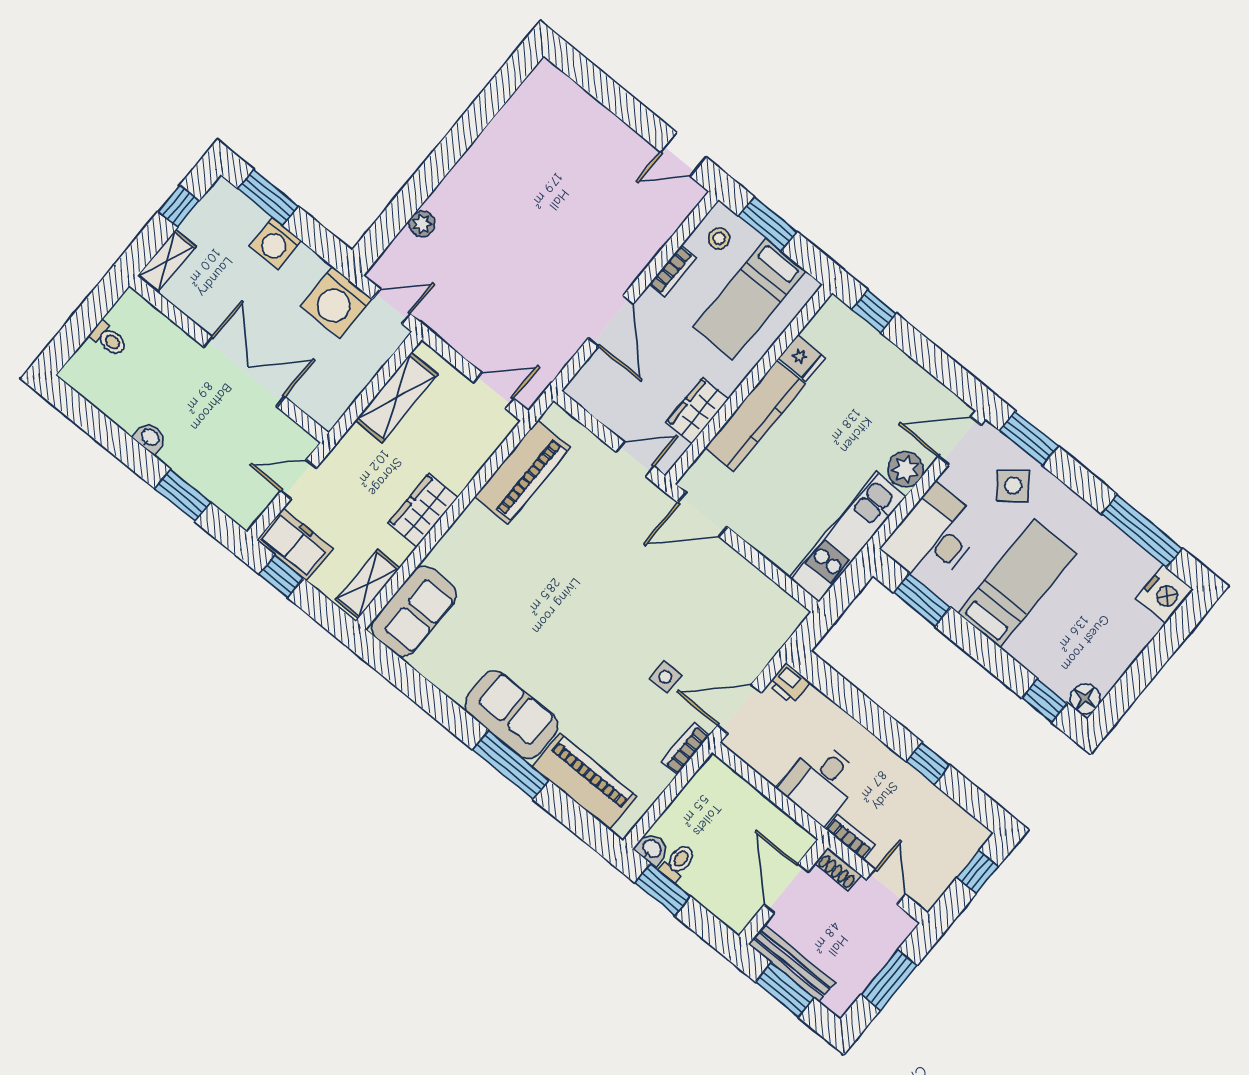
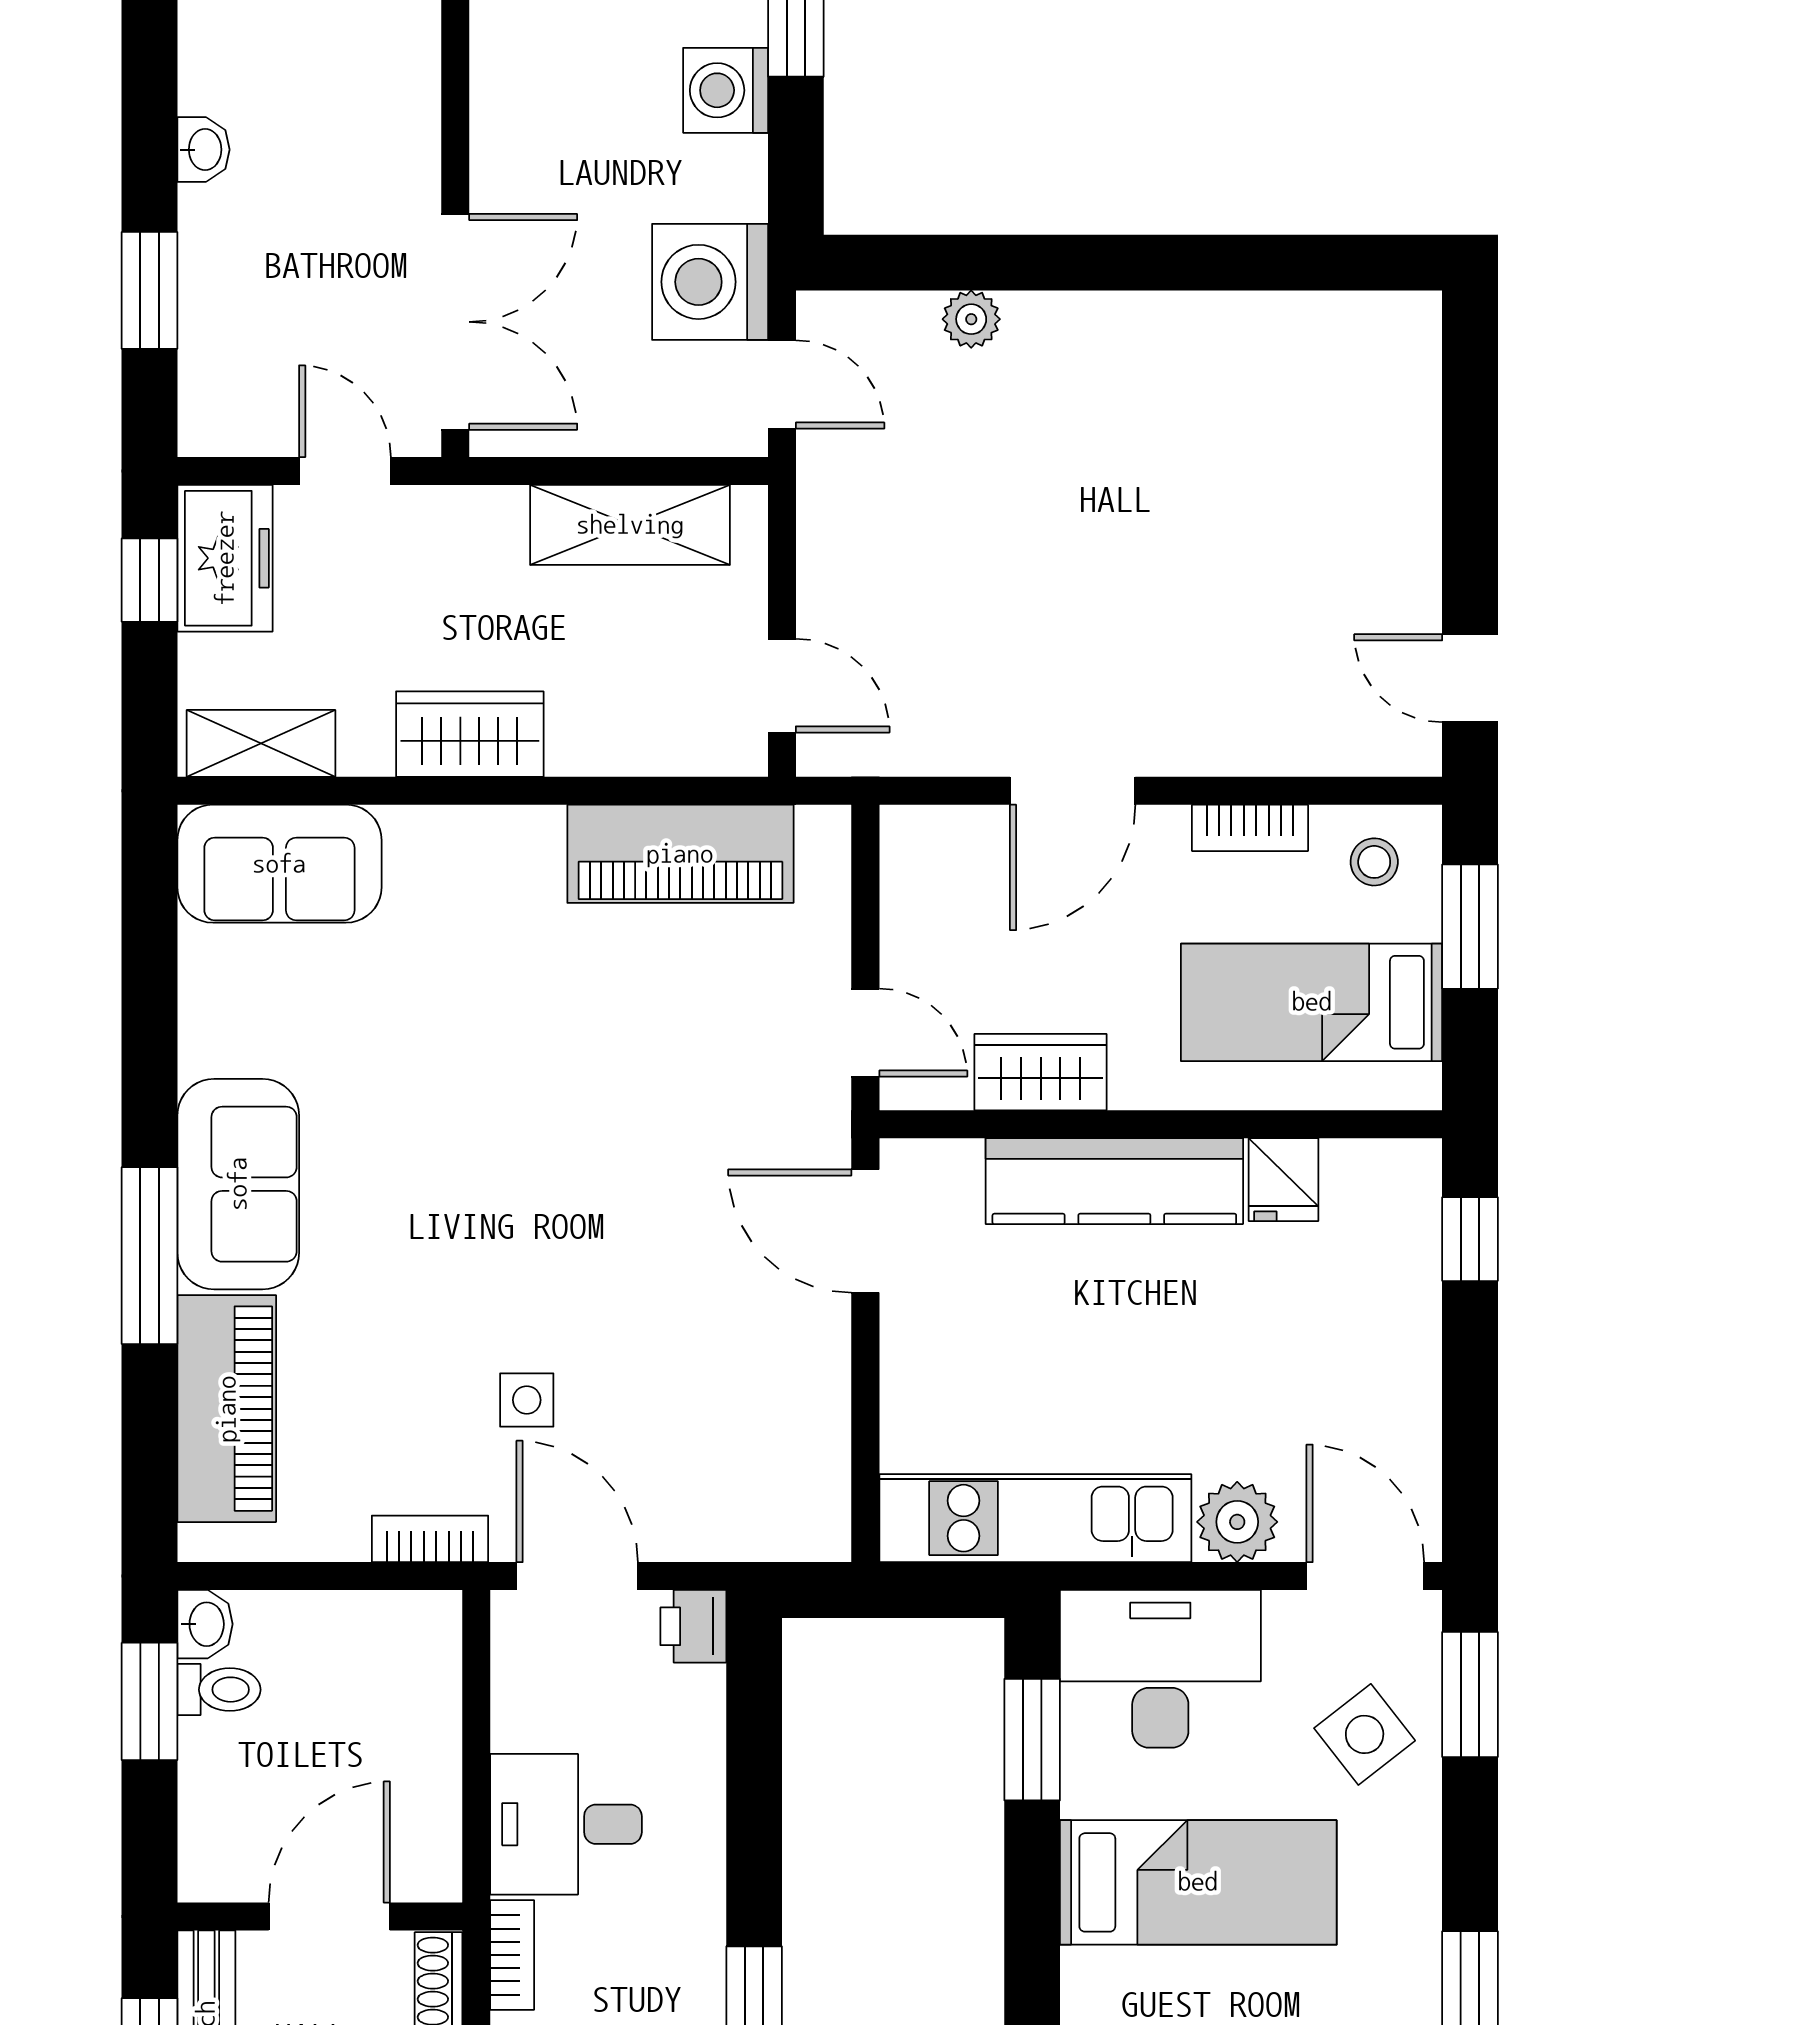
double door: (244, 372) -> (455, 322), moved

